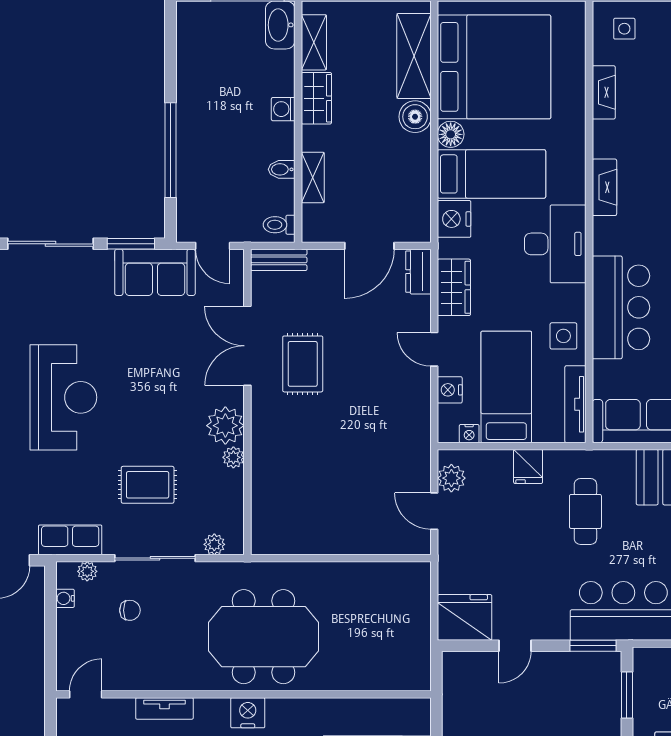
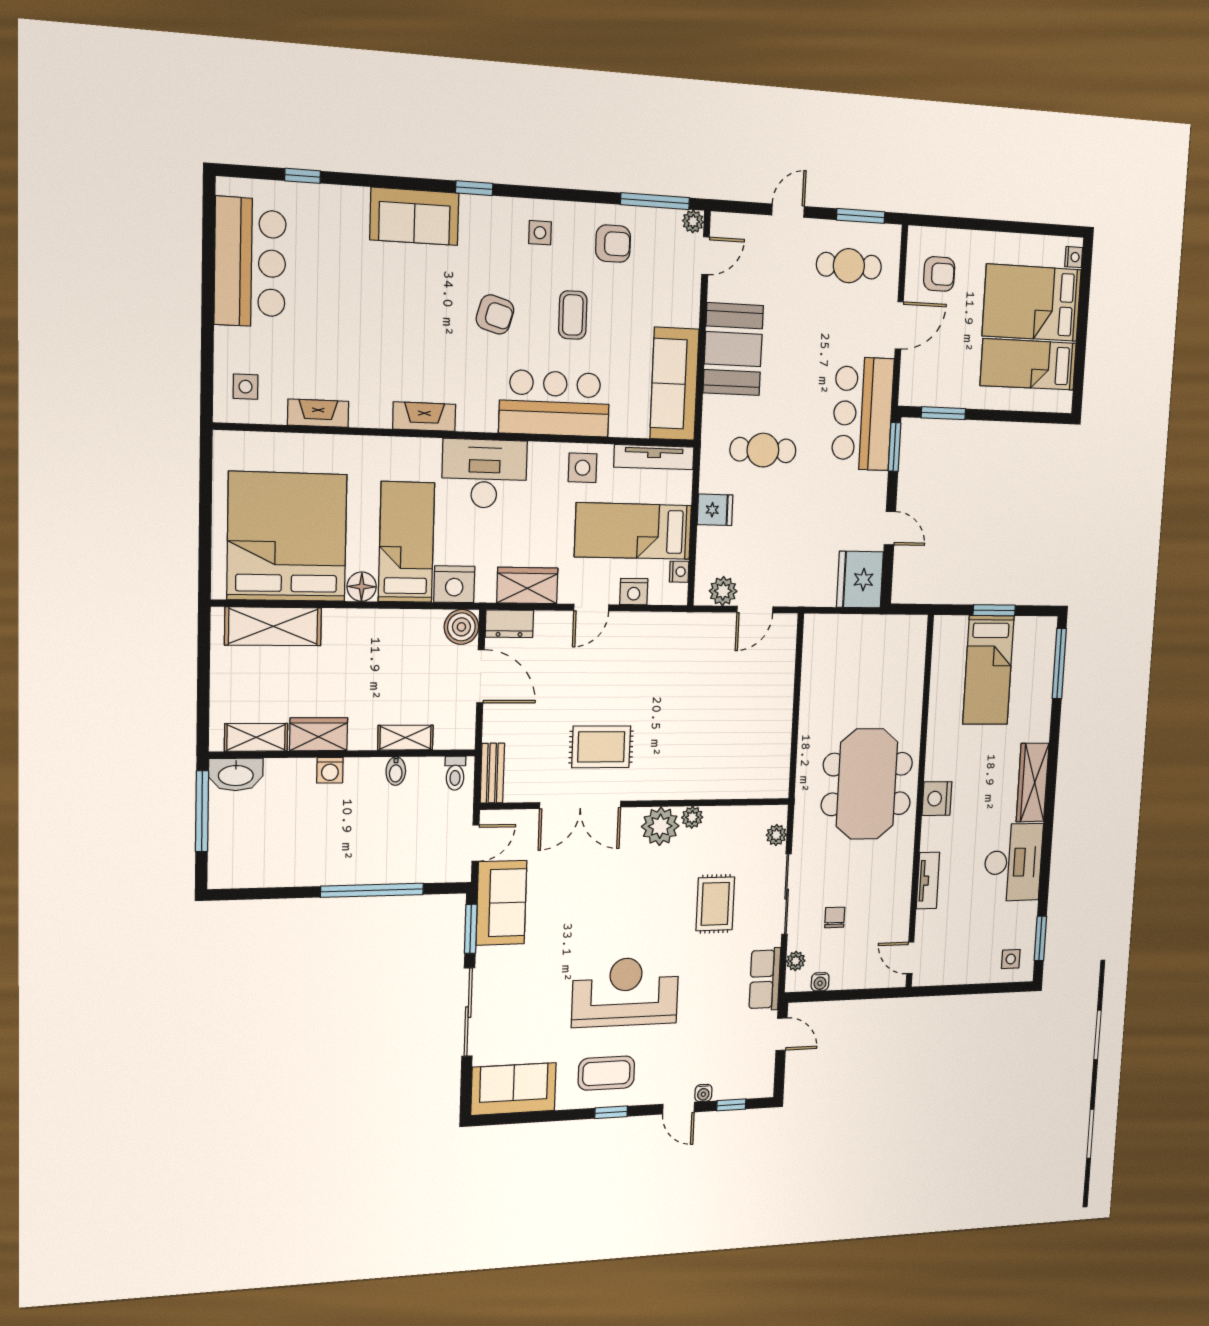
boiler: (415, 117) -> (461, 627), moved

